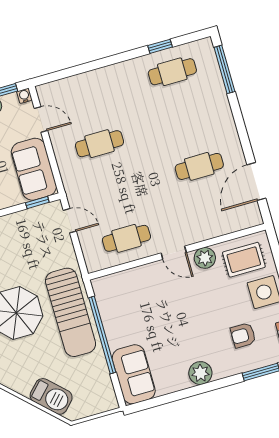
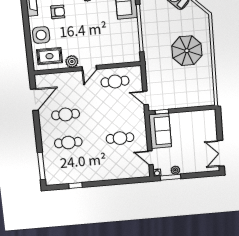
cafe table: (172, 72) -> (68, 143), moved
door: (174, 253) -> (89, 68), swing flipped
sun lounger: (71, 312) -> (156, 45), removed

